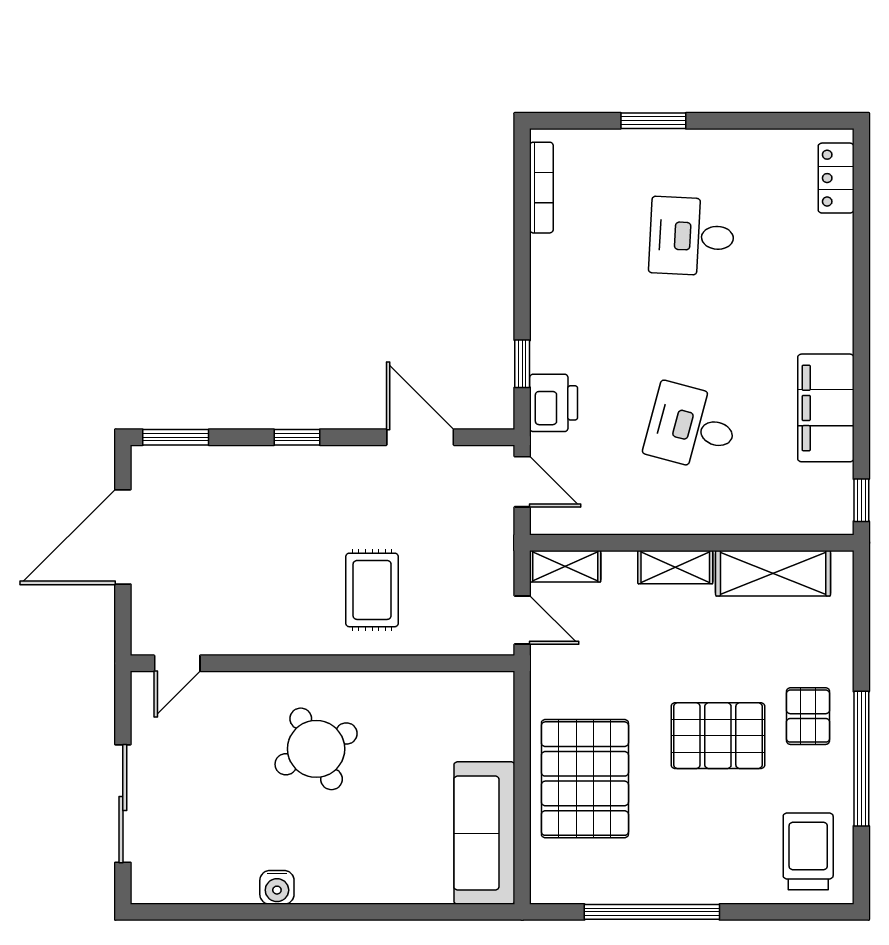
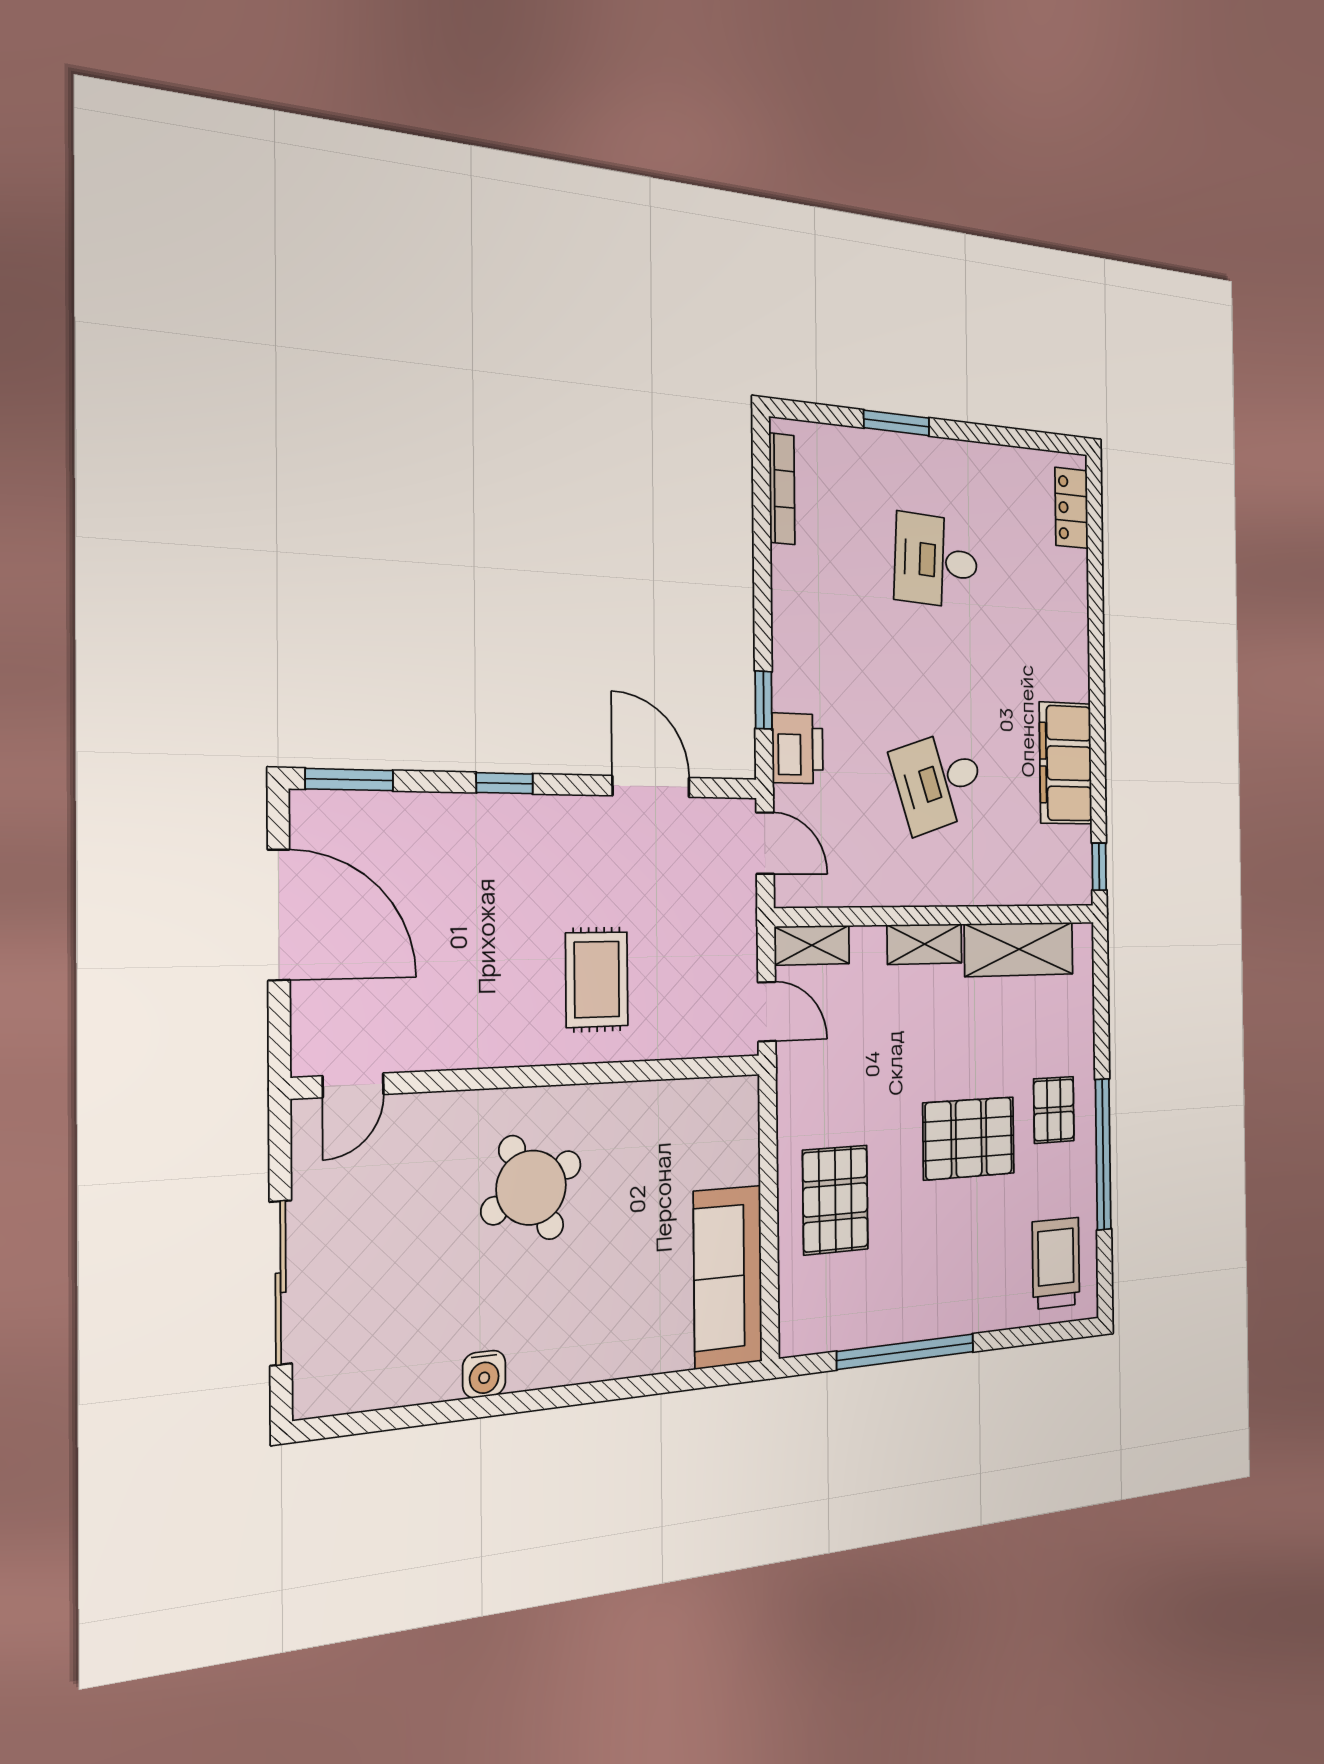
desk: (692, 427) -> (939, 781), turned -33
door: (123, 537) -> (279, 915), swing flipped
pallet: (585, 779) -> (835, 1200), width x0.73, depth x0.71

